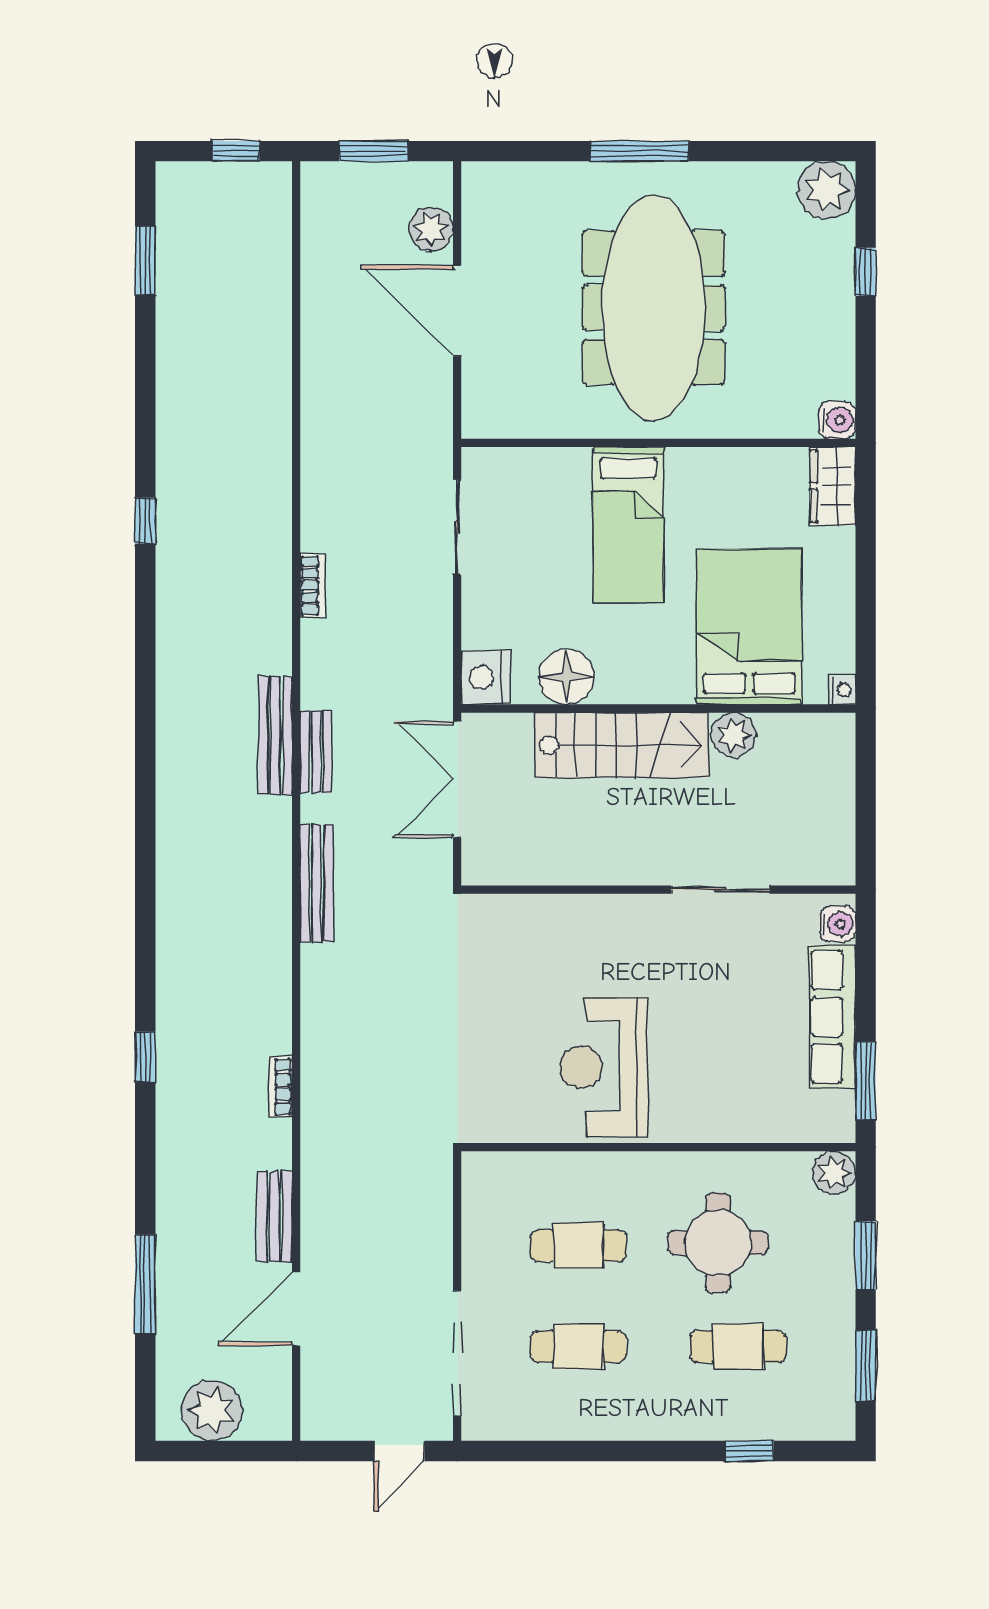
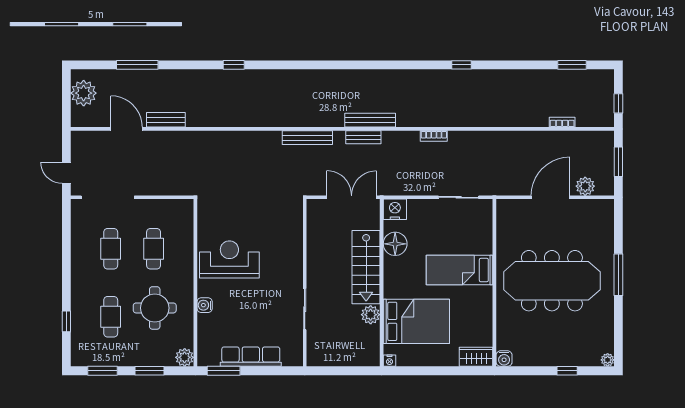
plant: (827, 190) -> (608, 360), width x0.53, depth x0.53
water cooler: (838, 924) -> (205, 305), moved, turned 90
bookcase: (280, 1087) -> (562, 122), moved

